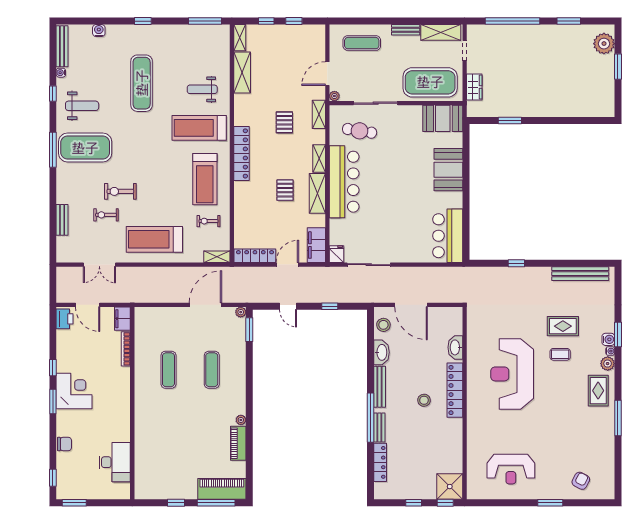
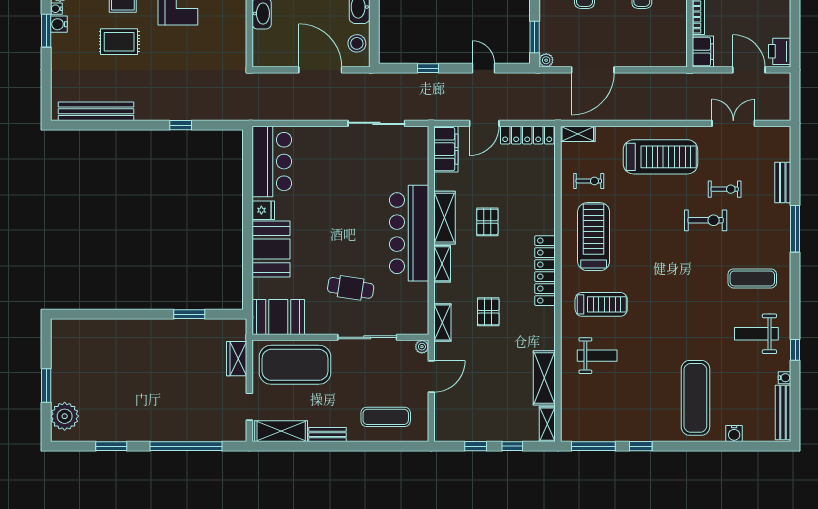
window: (143, 21) -> (641, 446), moved
exercise mat: (142, 83) -> (695, 398), moved
treadmill: (199, 128) -> (601, 304), width x0.73, depth x0.73
cafe table: (360, 131) -> (351, 288), moved
exercise mat: (85, 148) -> (752, 278), width x0.50, depth x0.69
window: (53, 150) -> (795, 229), moved
fridge: (336, 254) -> (263, 210), moved, turned -90

